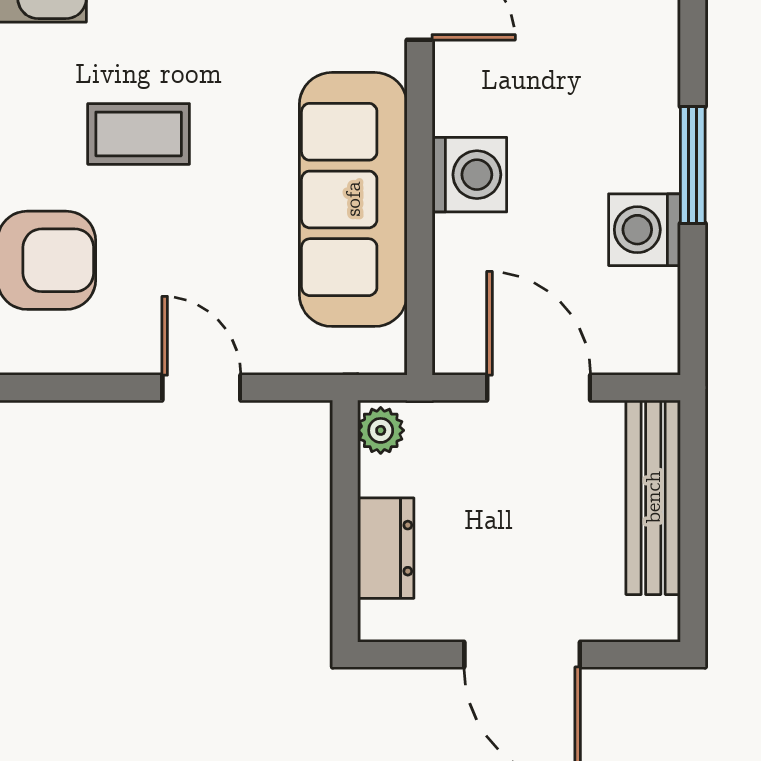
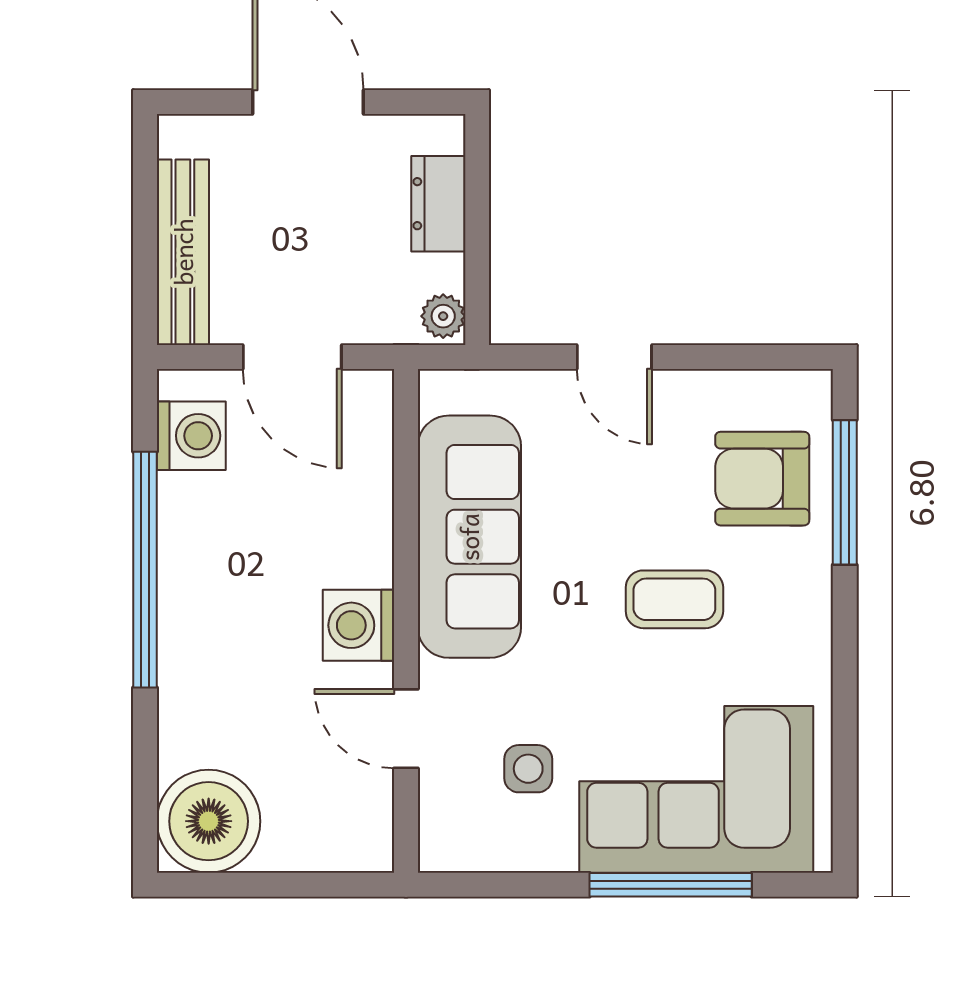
window: (693, 165) -> (145, 570), width x2.11
washing machine: (469, 175) -> (358, 625), moved
washing machine: (644, 230) -> (191, 436), moved

